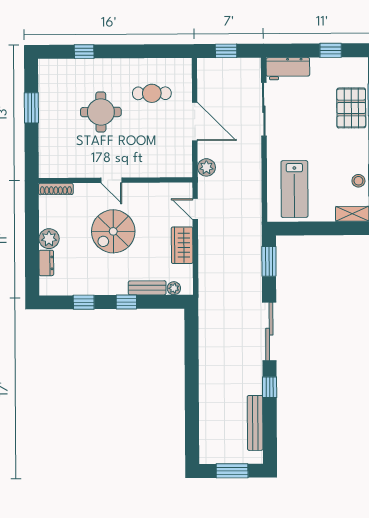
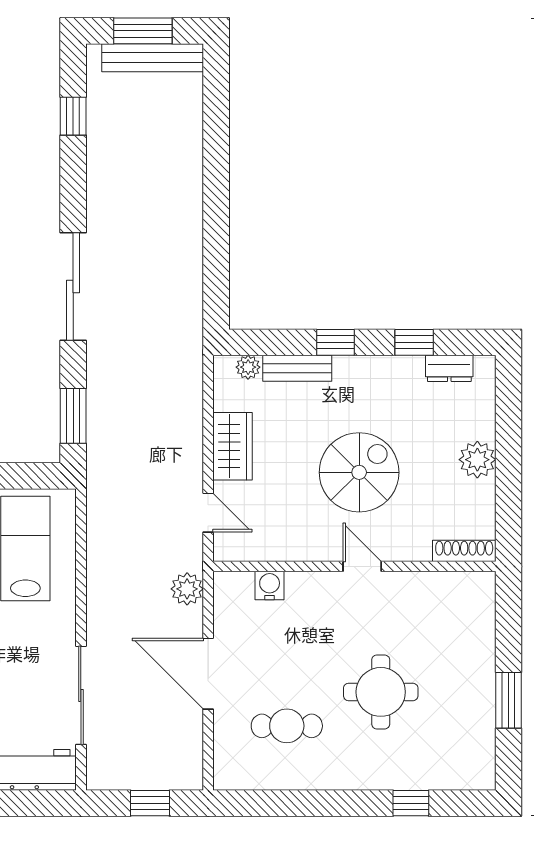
water cooler: (162, 170) -> (270, 586), added
dresser: (46, 263) -> (449, 368), moved, turned -90
window: (270, 387) -> (73, 116), moved
bench: (255, 423) -> (153, 58), moved, turned 90

